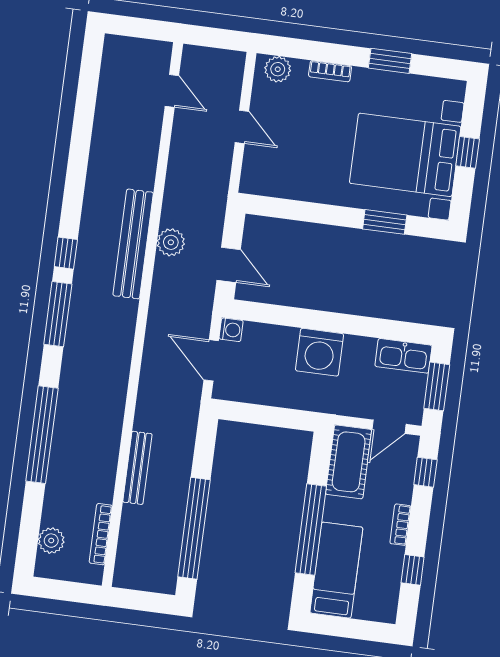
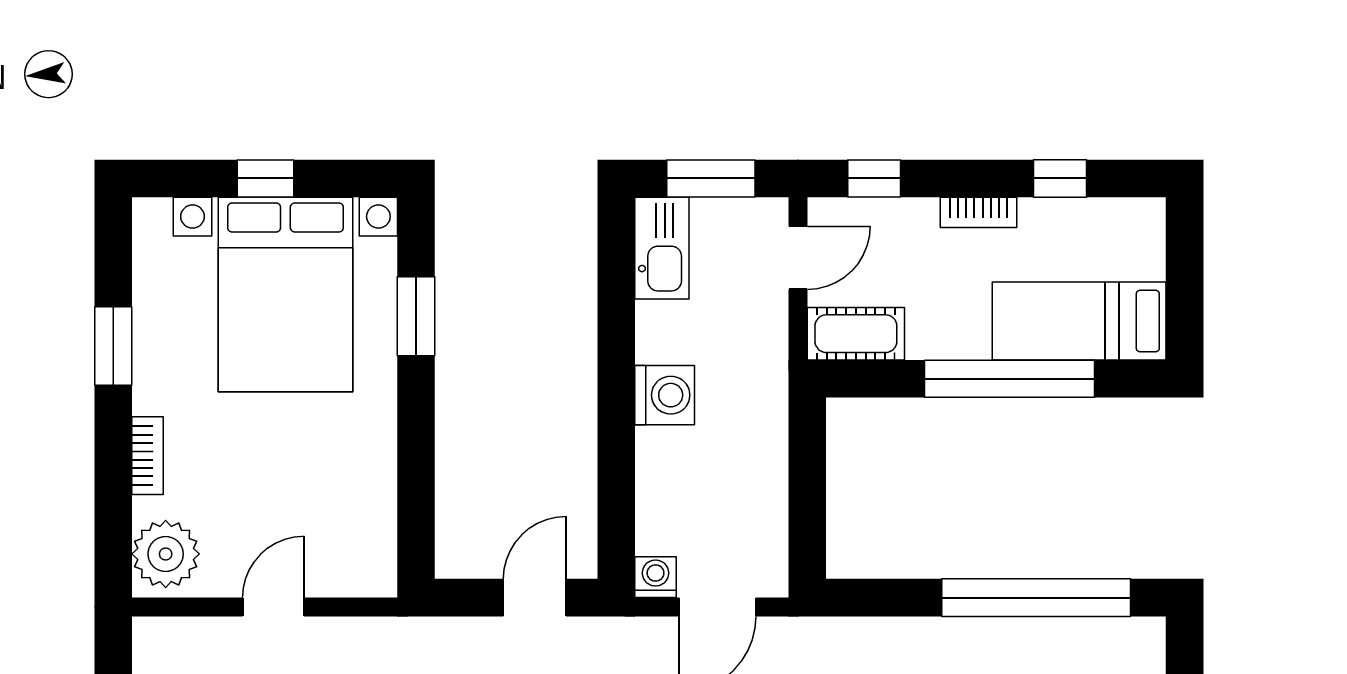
plant: (278, 69) -> (166, 554), width x1.36, depth x1.36
washing machine: (319, 352) -> (665, 395), width x0.73, depth x0.73
door: (389, 427) -> (798, 258), hinge flipped
cot: (349, 462) -> (856, 334), width x0.73, depth x0.75

